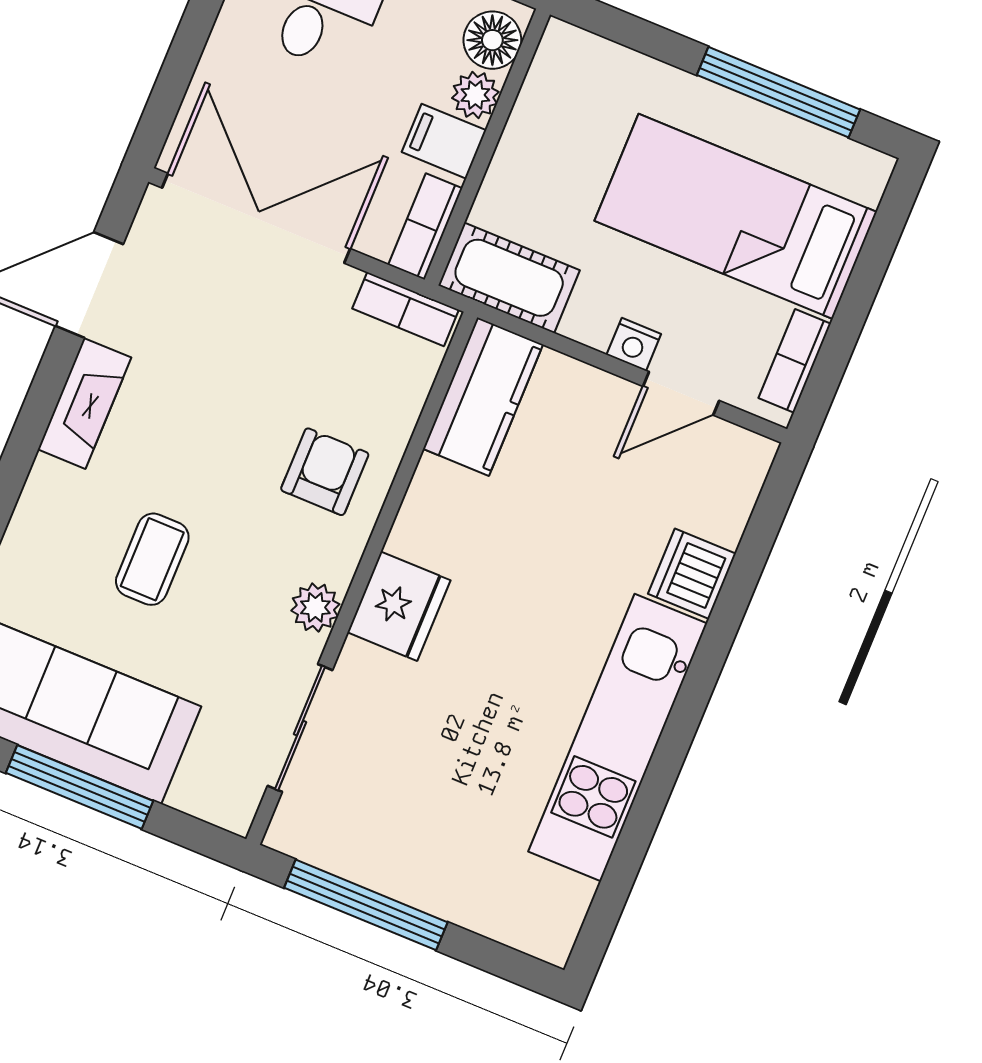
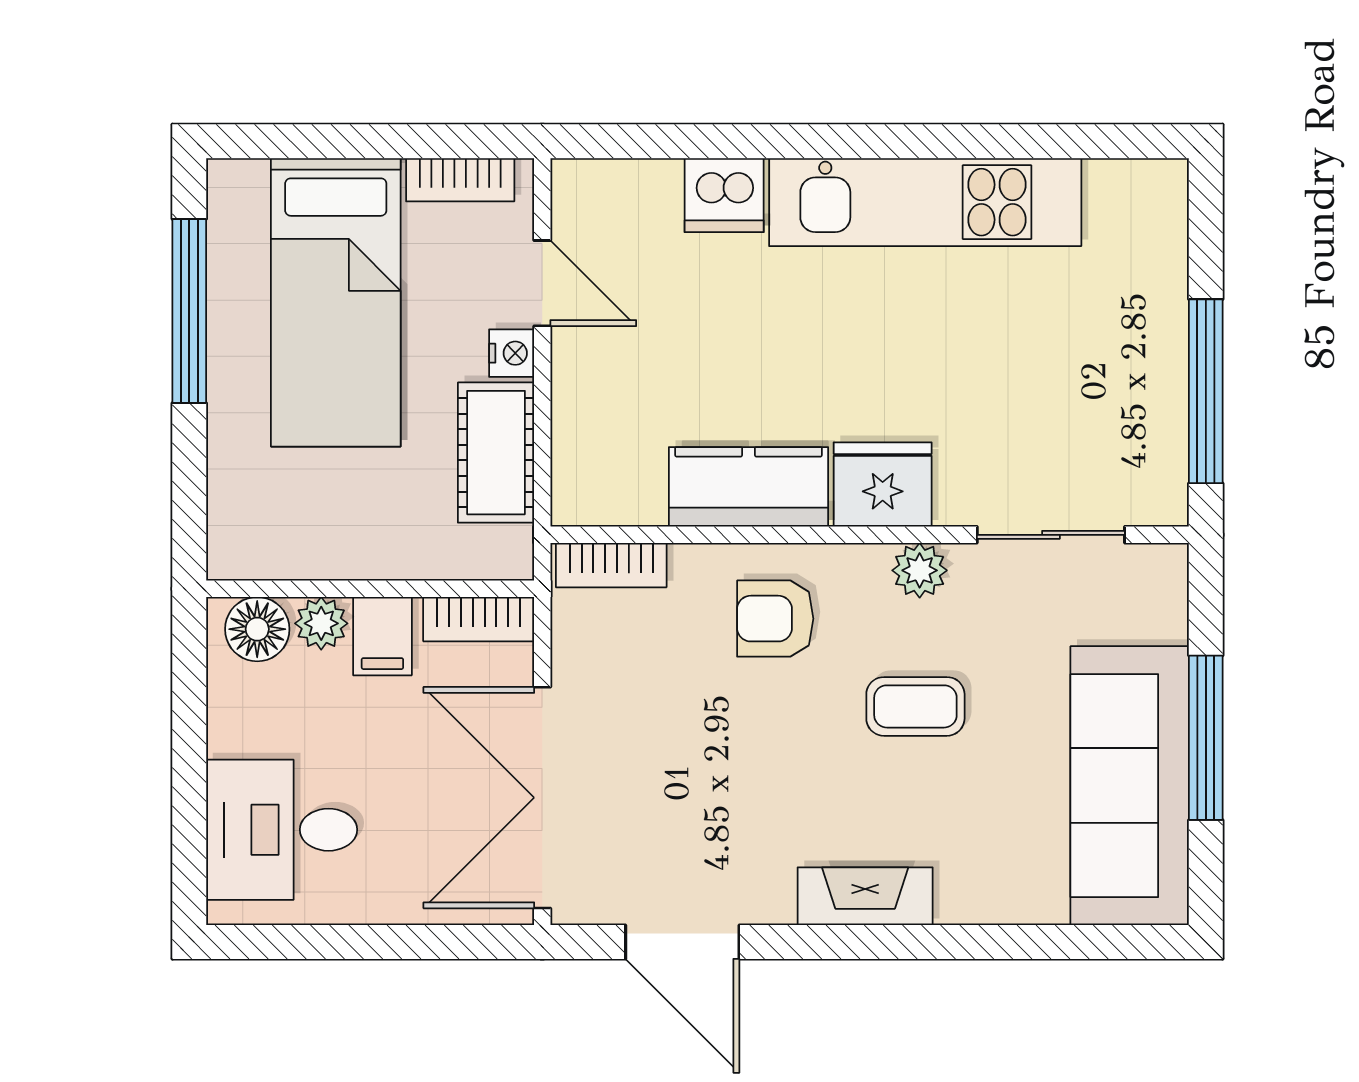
cot: (509, 278) -> (496, 453), moved
bookcase: (406, 309) -> (611, 565), moved, turned 90
kitchen counter: (483, 397) -> (749, 487), moved
fireplace: (84, 403) -> (865, 896), moved
coffee table: (152, 559) -> (915, 706), moved

